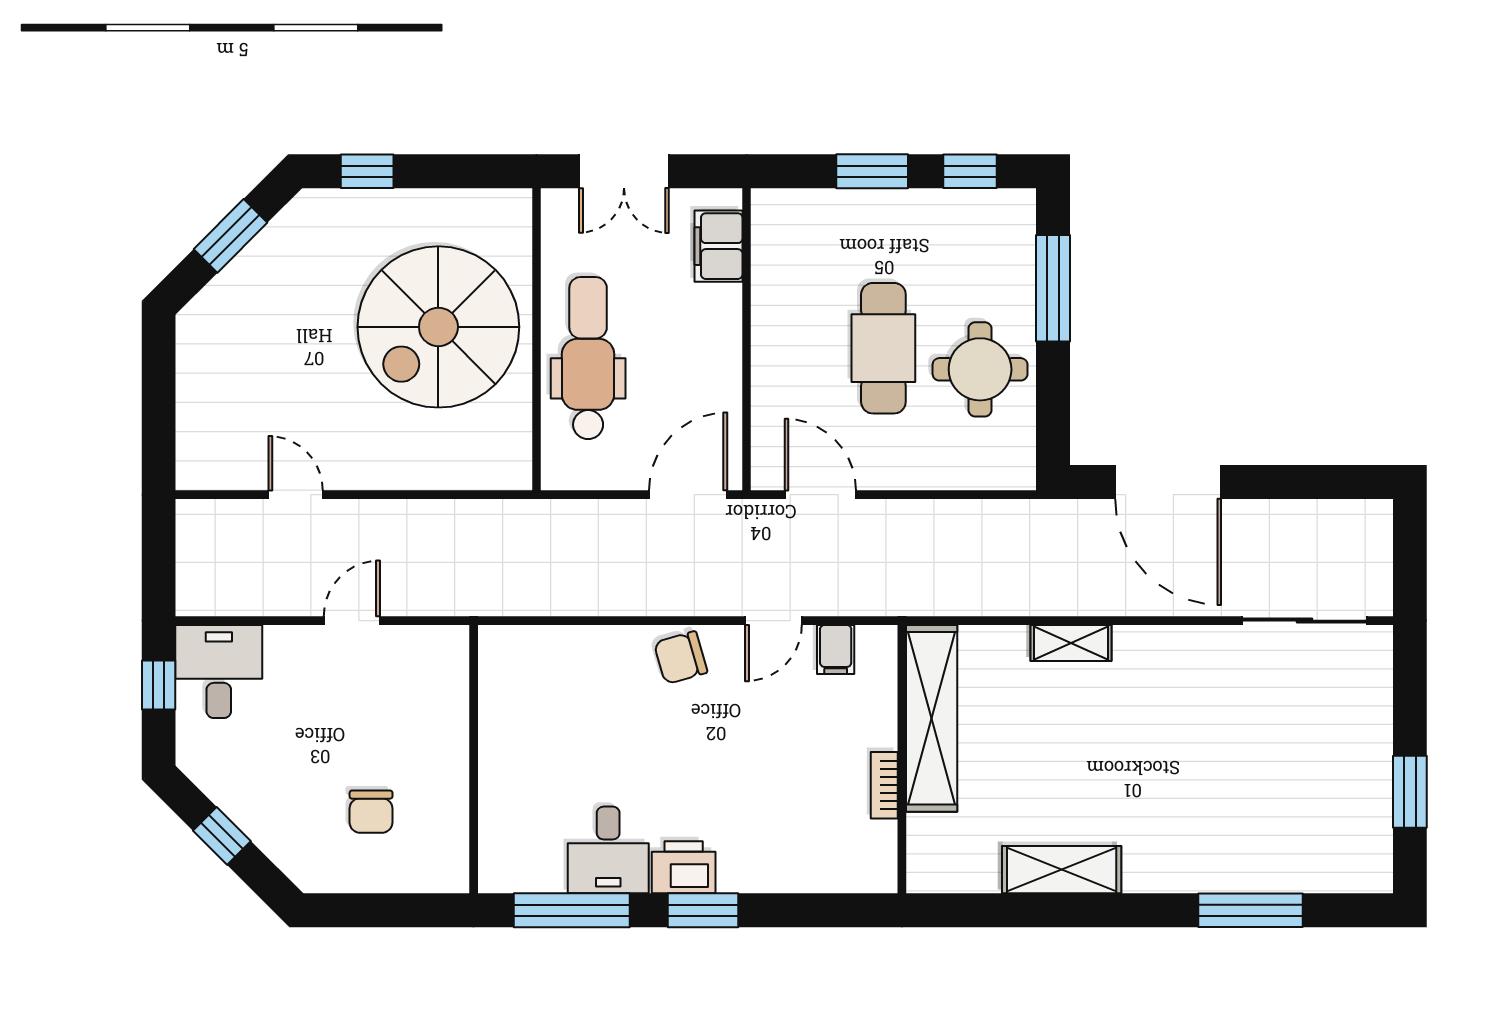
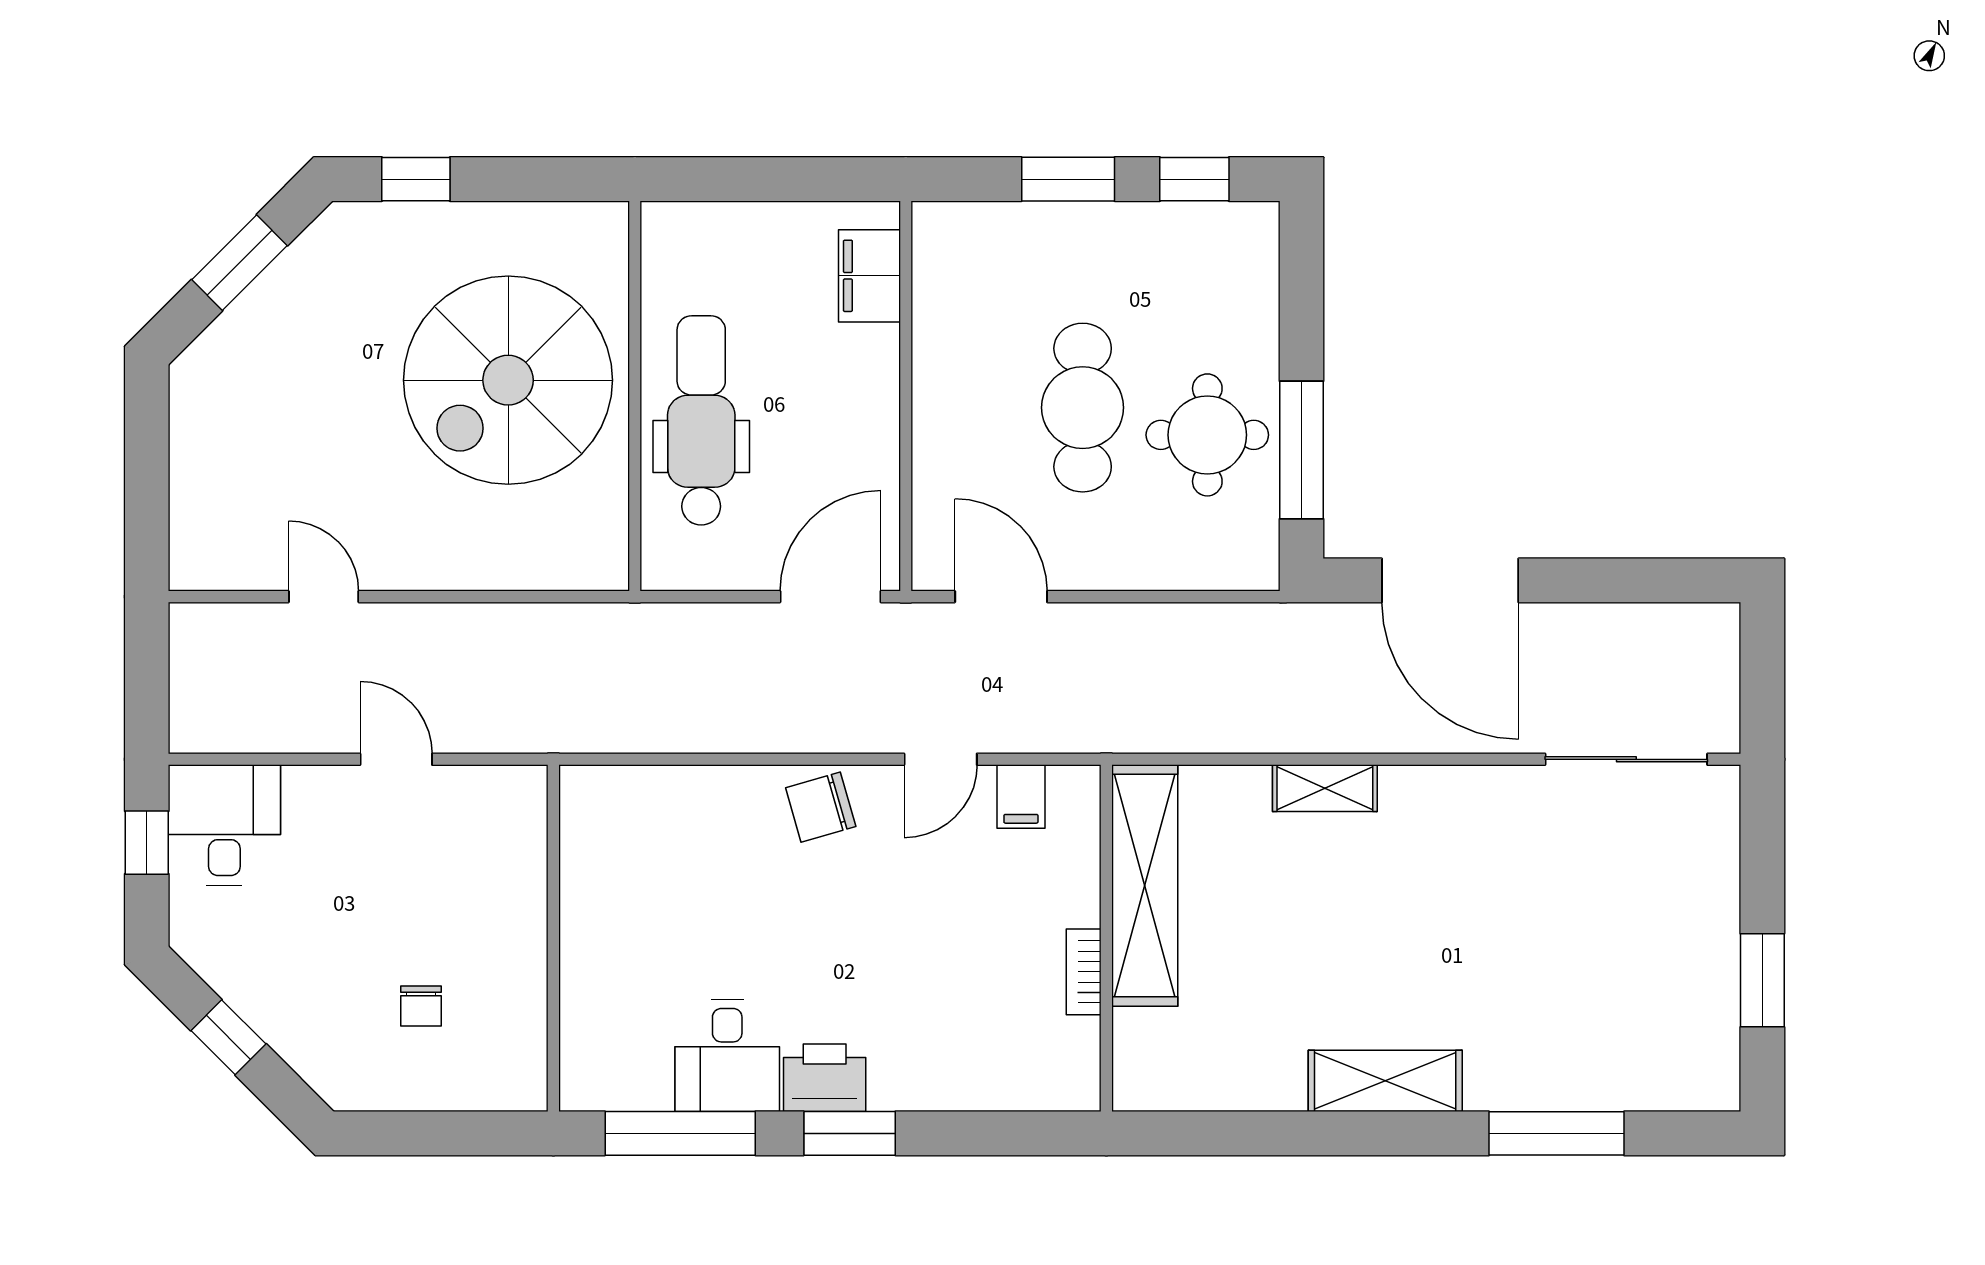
double door: (624, 171) -> (748, 179), removed
window: (1053, 288) -> (1302, 450), moved
door: (352, 621) -> (396, 759), hinge flipped
chair: (371, 812) -> (421, 1006), width x0.73, depth x0.73
shelving: (1062, 870) -> (1385, 1081), moved

